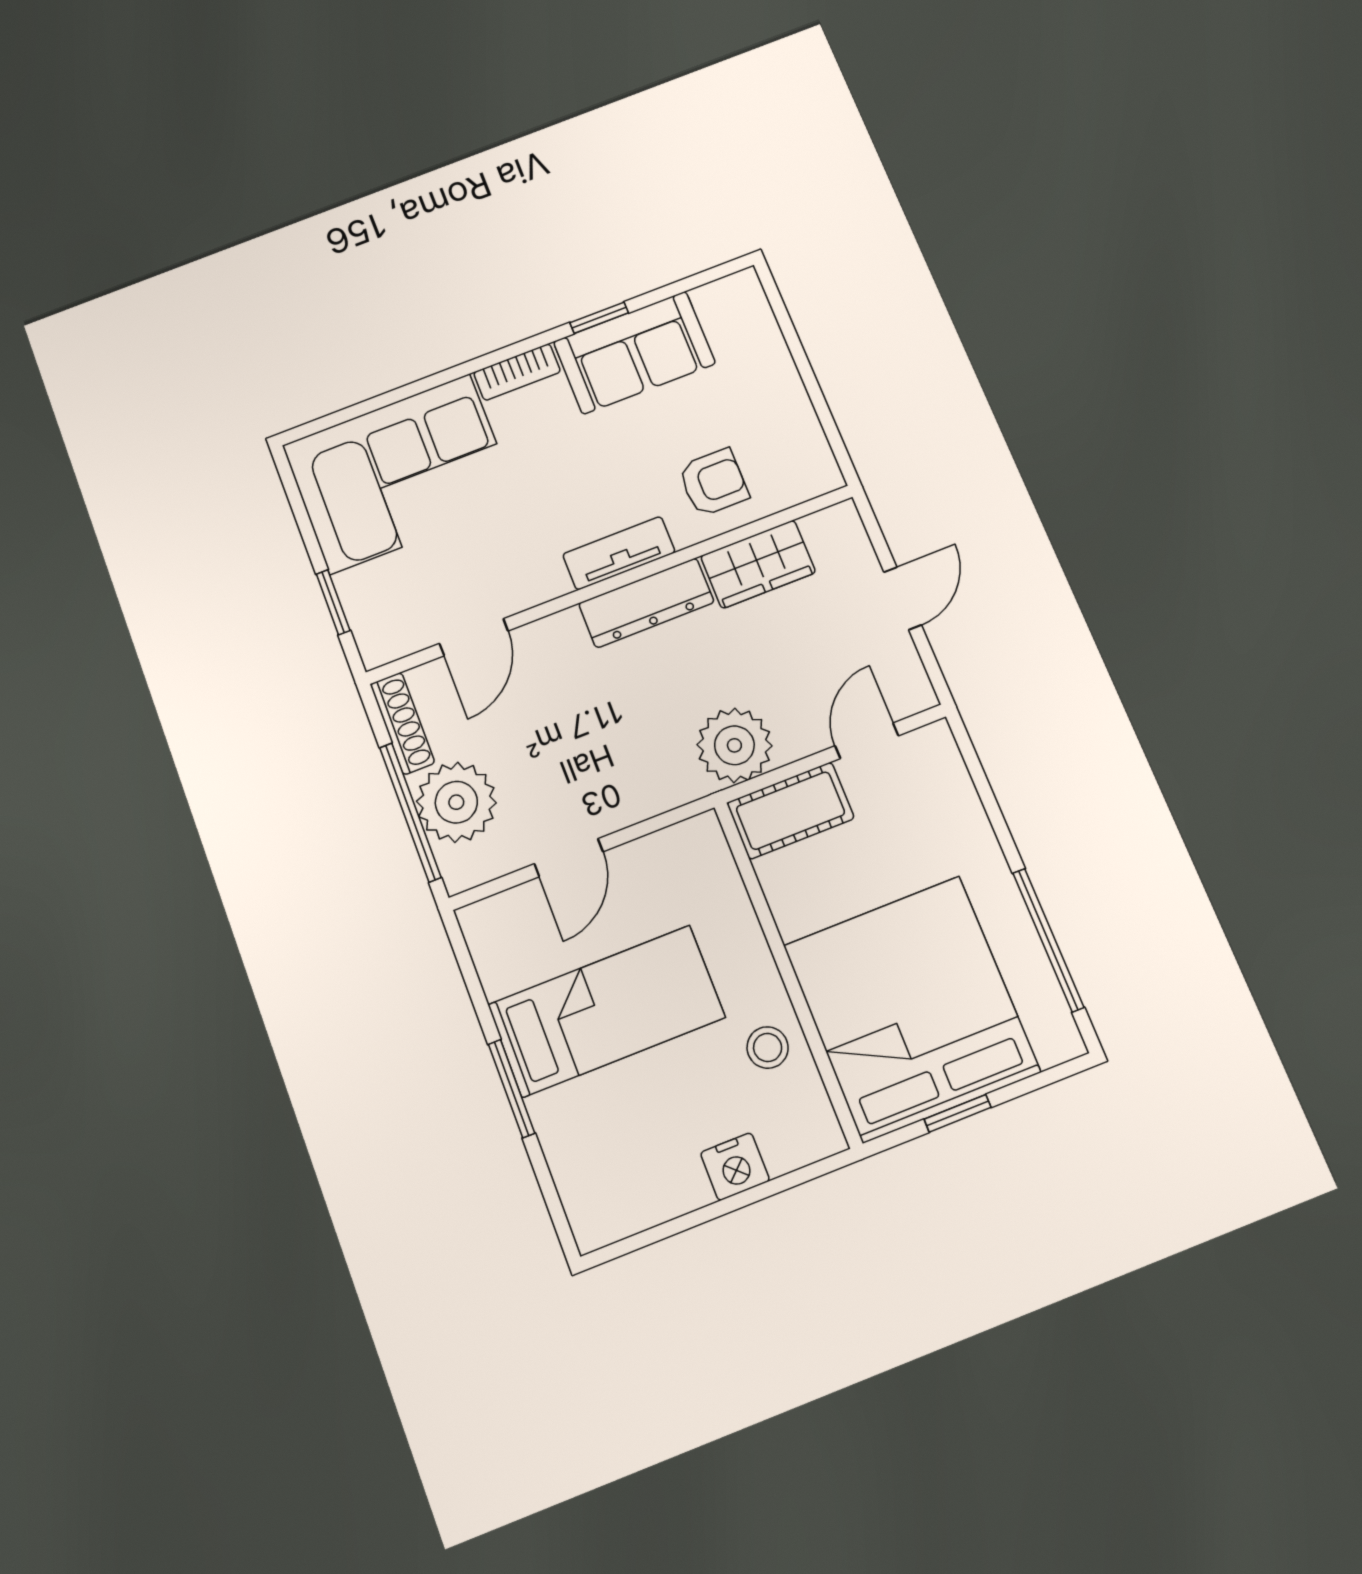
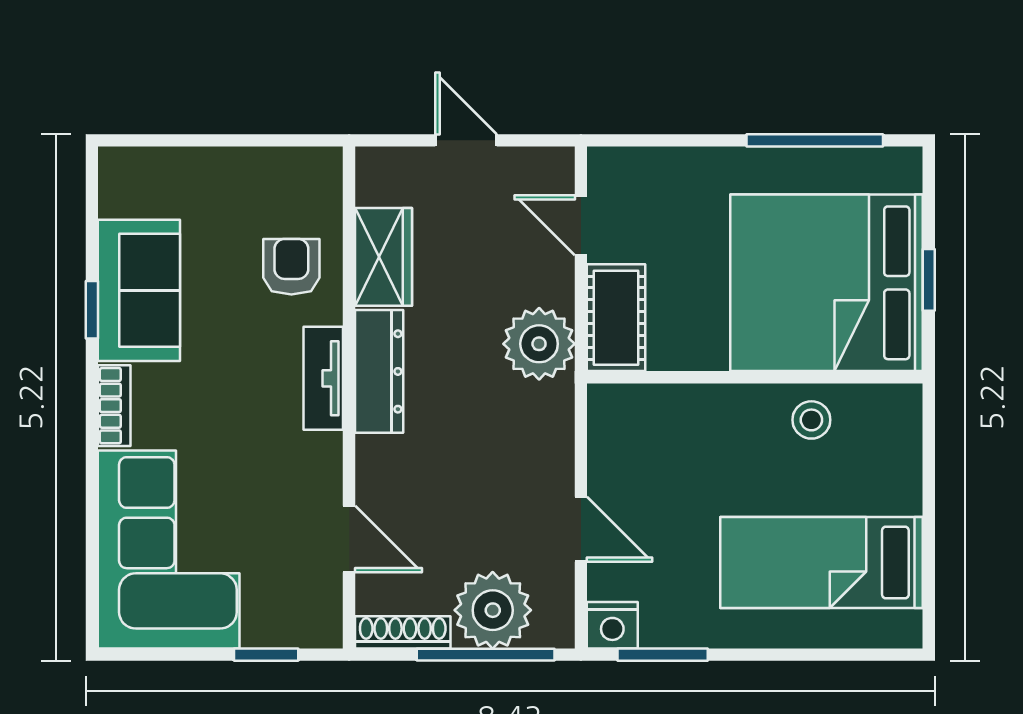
bed: (606, 1011) -> (821, 563), moved, turned -90
window: (511, 1089) -> (663, 655), moved
nightstand: (735, 1167) -> (612, 625), moved, turned 90

